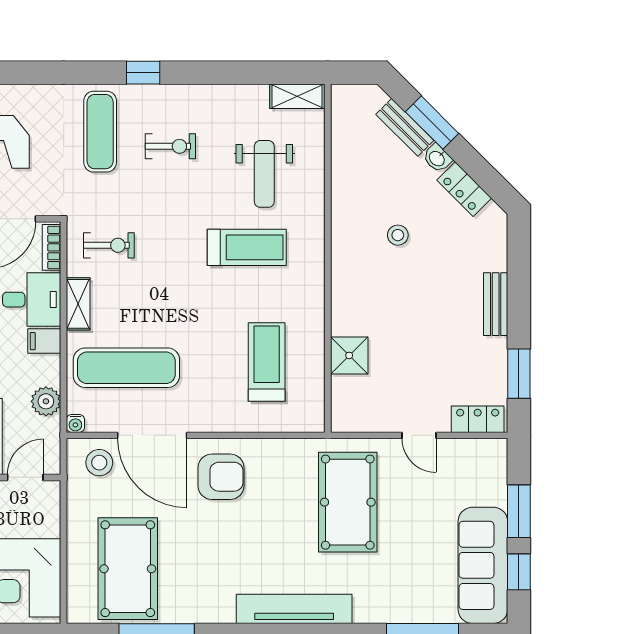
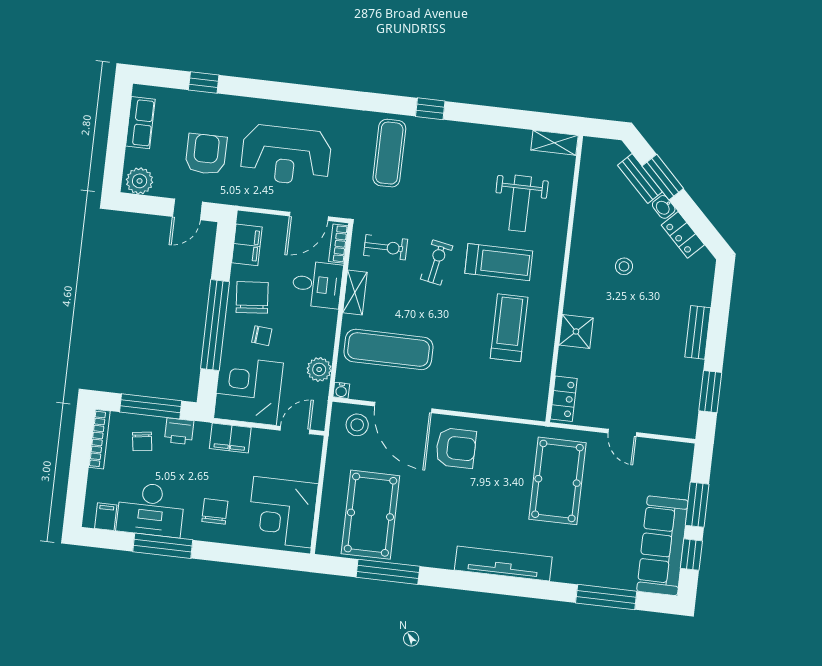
exercise bike: (170, 146) -> (437, 262), moved, turned -79
filing cabinet: (44, 341) -> (324, 320), removed
shower: (349, 355) -> (576, 331), moved
treadmill: (267, 362) -> (509, 328), moved
locker: (478, 419) -> (564, 399), moved, turned 90

